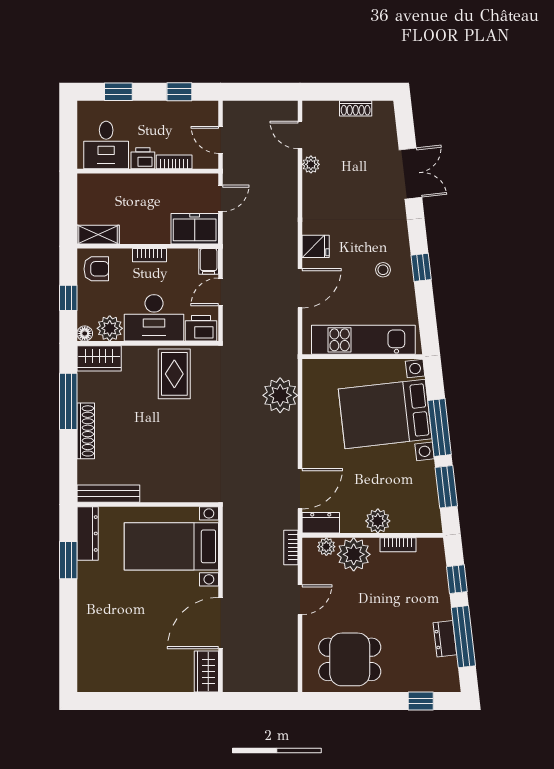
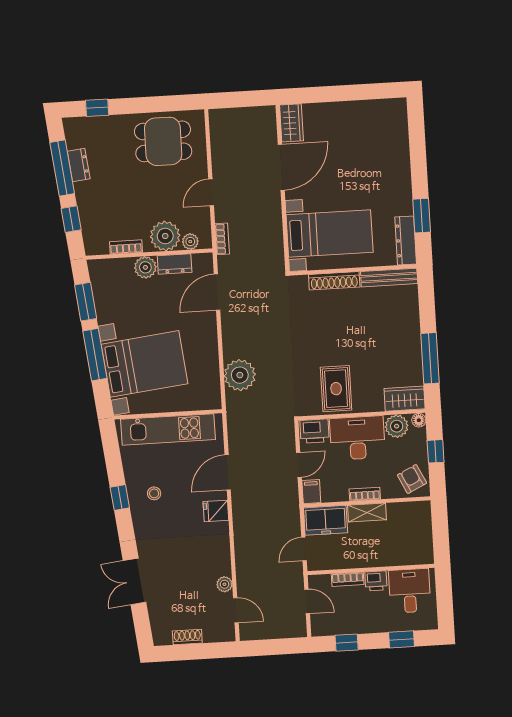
shelving: (98, 235) -> (367, 513), moved
armchair: (96, 269) -> (412, 479), turned 64
shoe rack: (86, 431) -> (334, 281), moved, turned -90
dresser: (321, 523) -> (175, 264), moved

